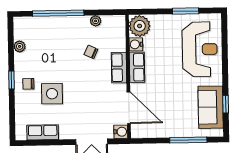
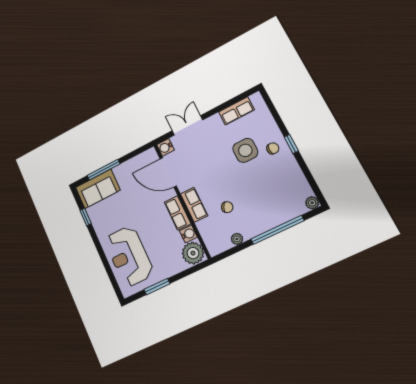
plant: (20, 46) -> (312, 203), moved
sofa: (211, 107) -> (98, 189), moved, turned 90

